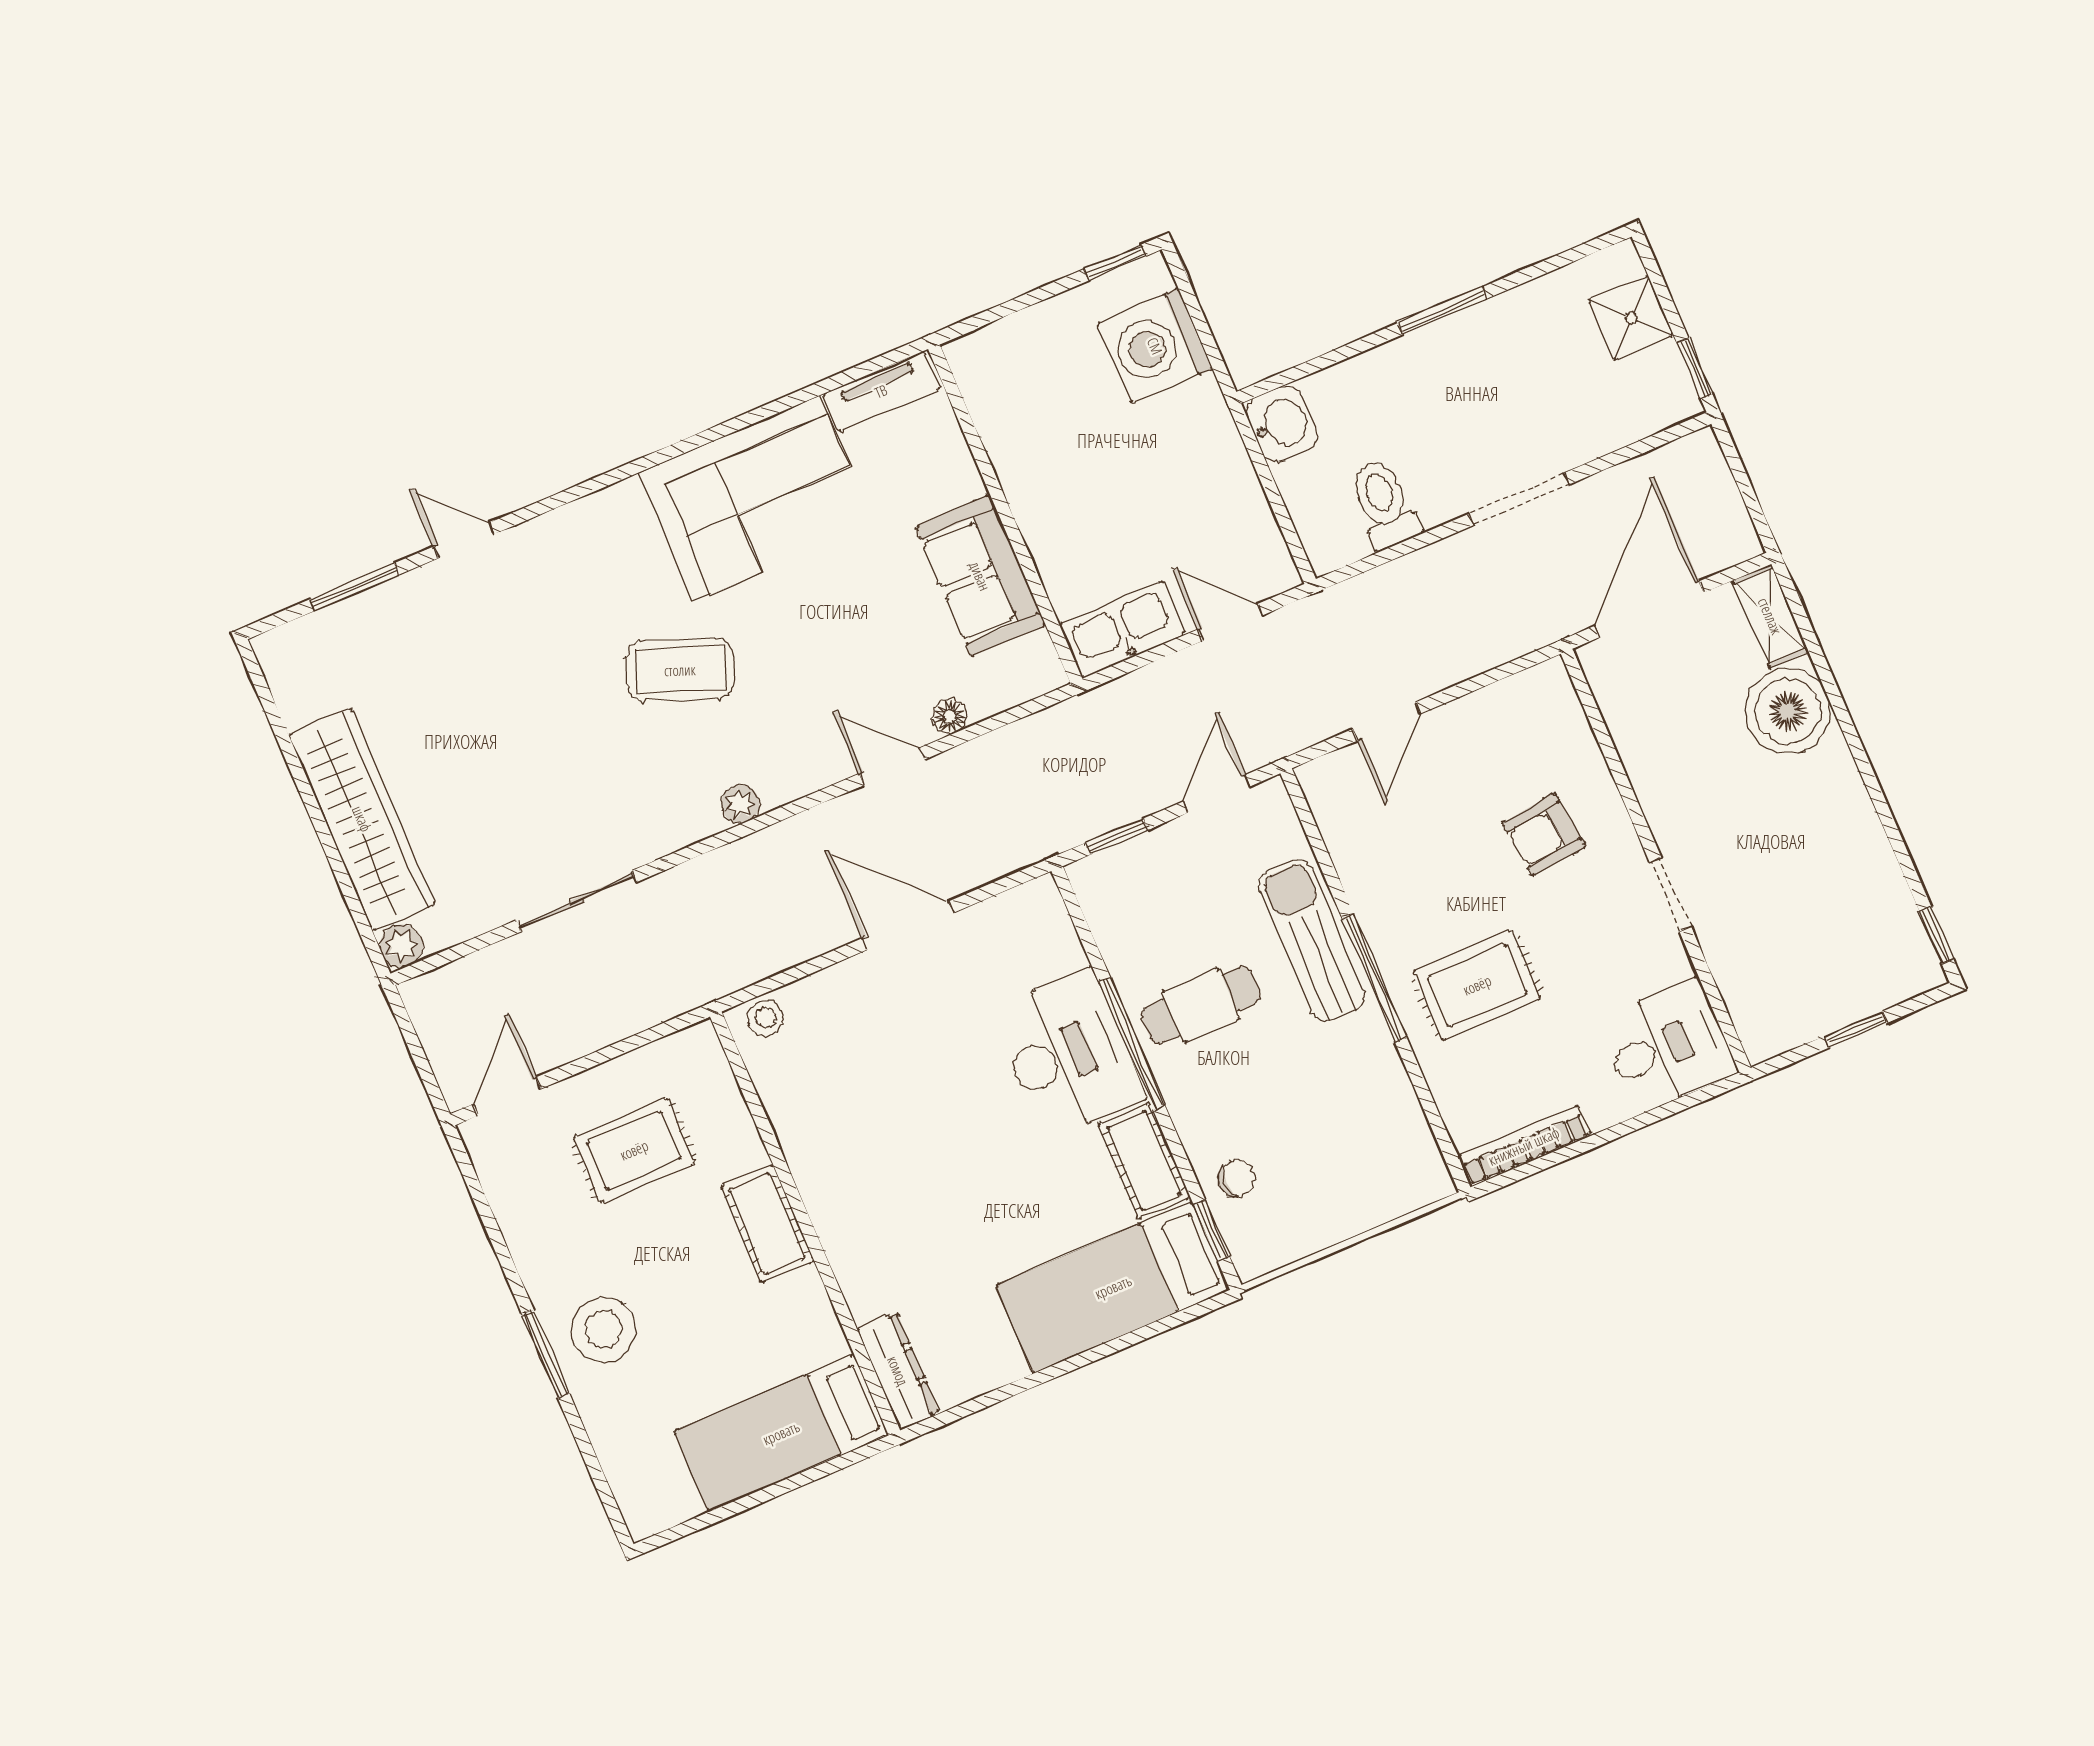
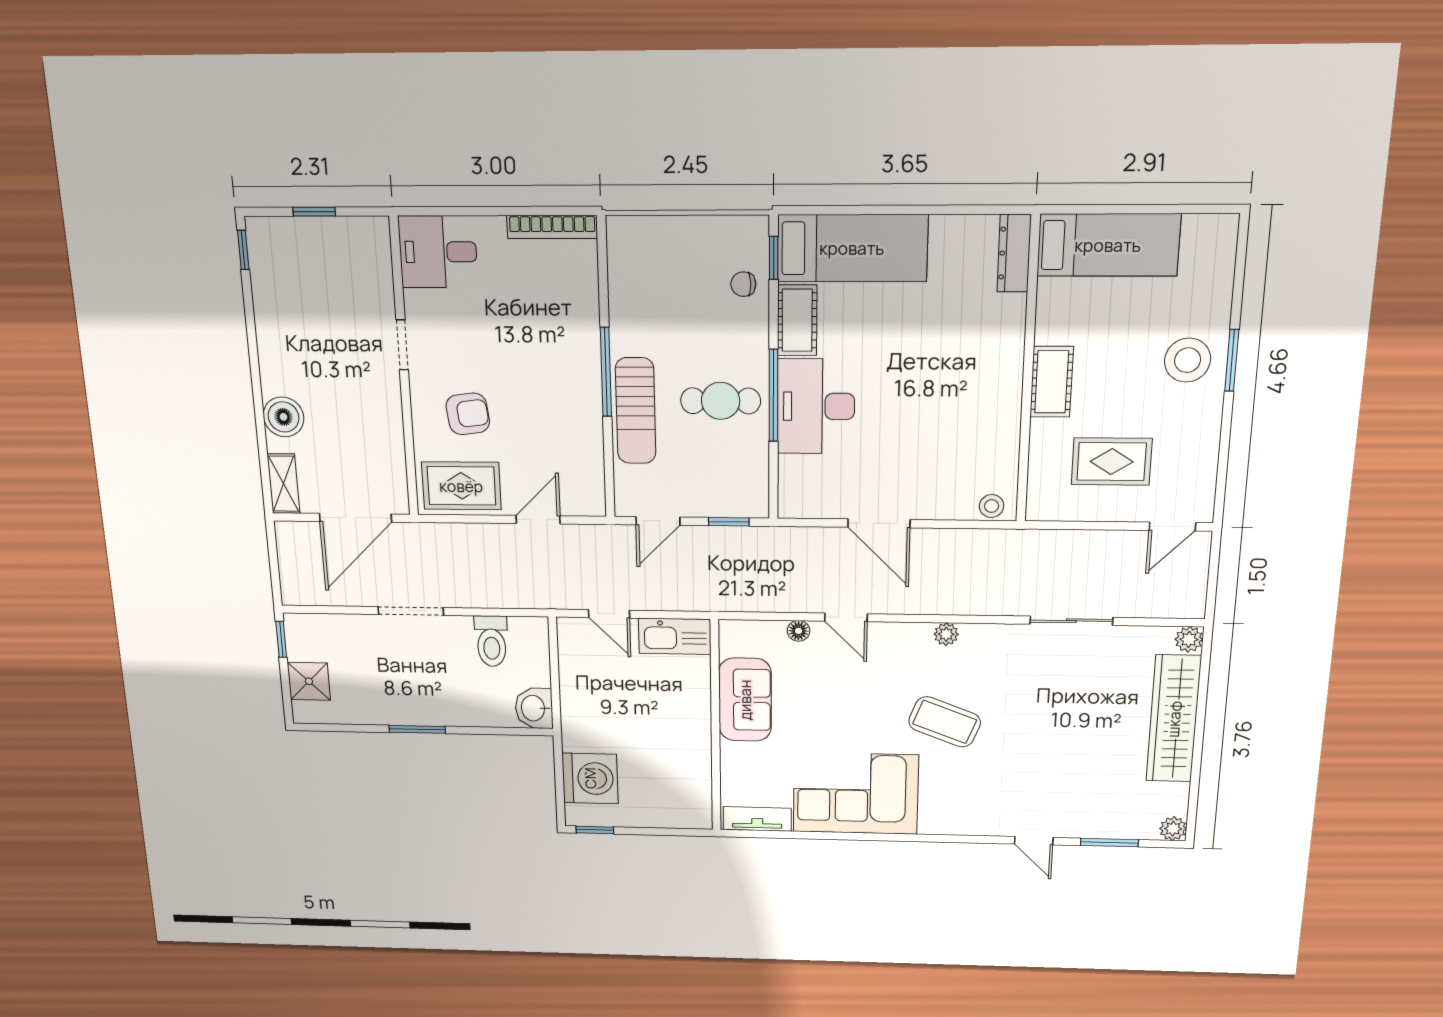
plant: (276, 650) -> (1173, 829), added
boiler: (1788, 711) -> (283, 417), width x0.73, depth x0.73
rug: (1477, 985) -> (461, 486), moved

